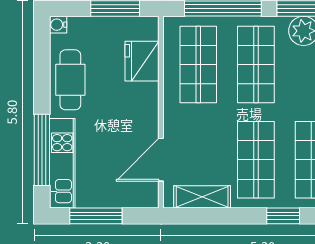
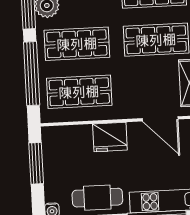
fridge: (142, 61) -> (110, 137), moved

